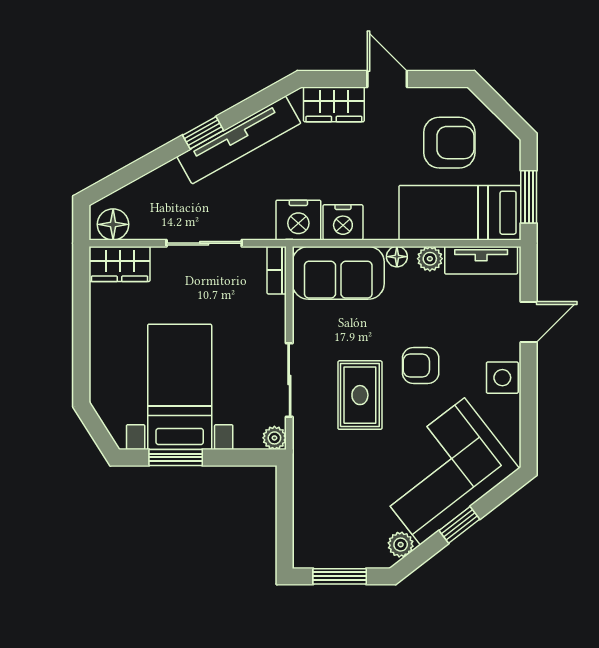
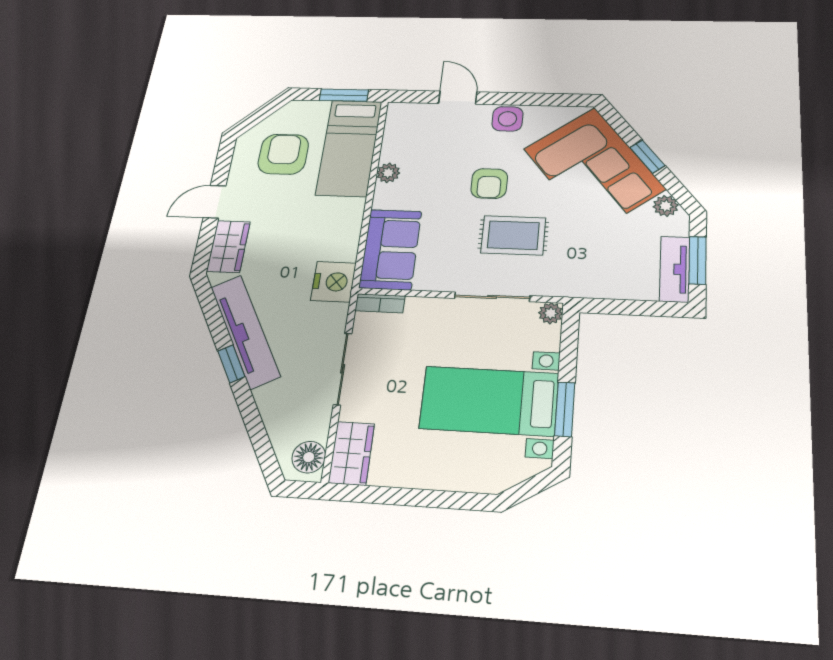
nightstand: (343, 222) -> (342, 243), removed
floor lamp: (397, 257) -> (382, 199), removed
tv unit: (481, 260) -> (675, 269), moved, turned 180

